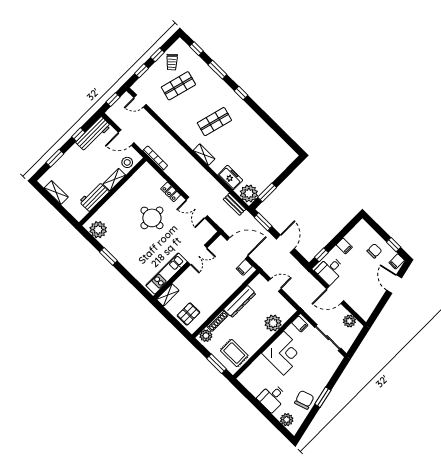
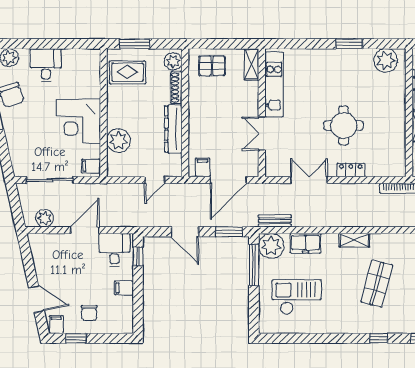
checkout: (262, 155) -> (297, 297), added
window: (267, 192) -> (254, 265), width x1.44
pallet: (188, 314) -> (212, 66), turned 90

